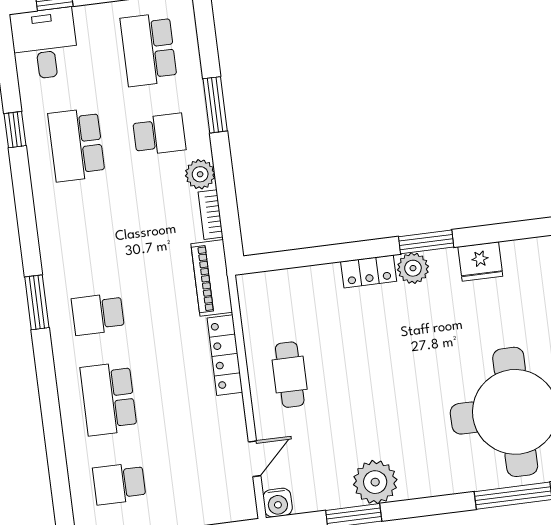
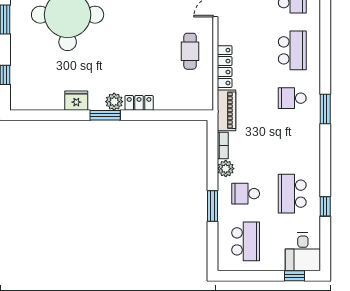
school desk: (76, 145) -> (292, 194), turned 180
school desk: (98, 314) -> (292, 98), turned 180

